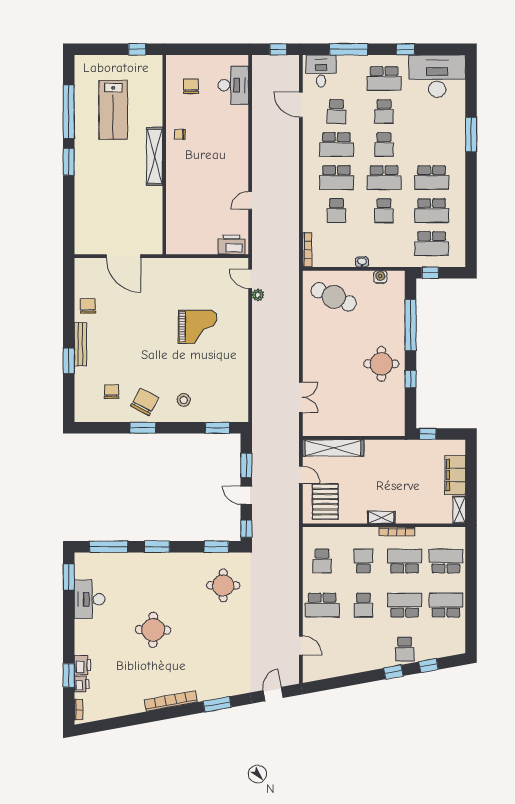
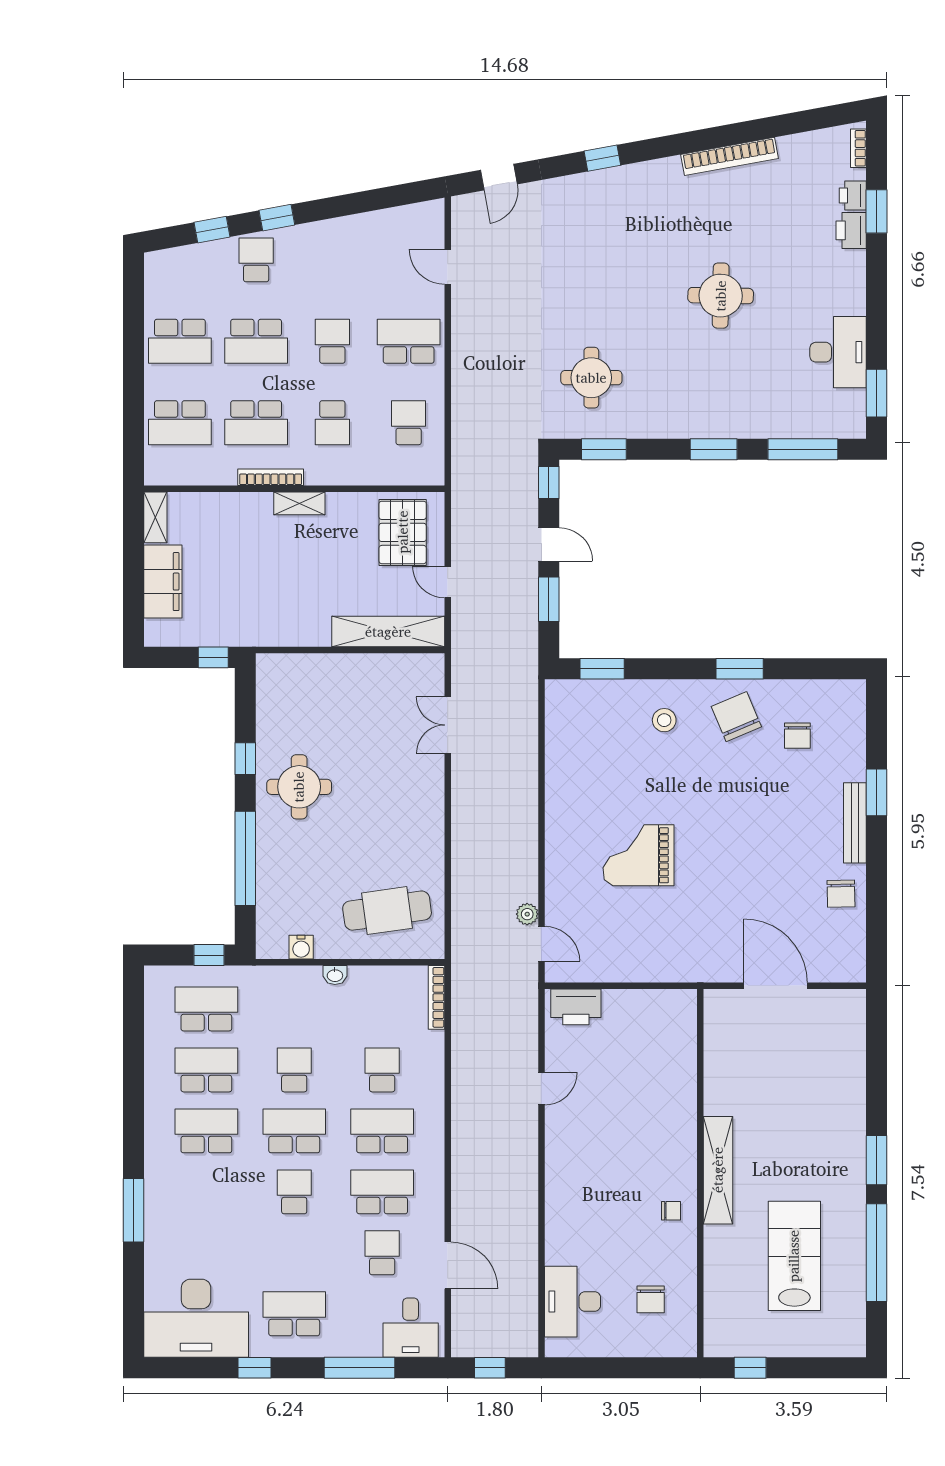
school desk: (384, 112) -> (294, 1253), removed
cafe table: (334, 297) -> (387, 911), turned -32
chair: (145, 402) -> (736, 717), turned 129
bookcase: (171, 701) -> (730, 156), moved
window: (217, 704) -> (602, 158), width x0.67

